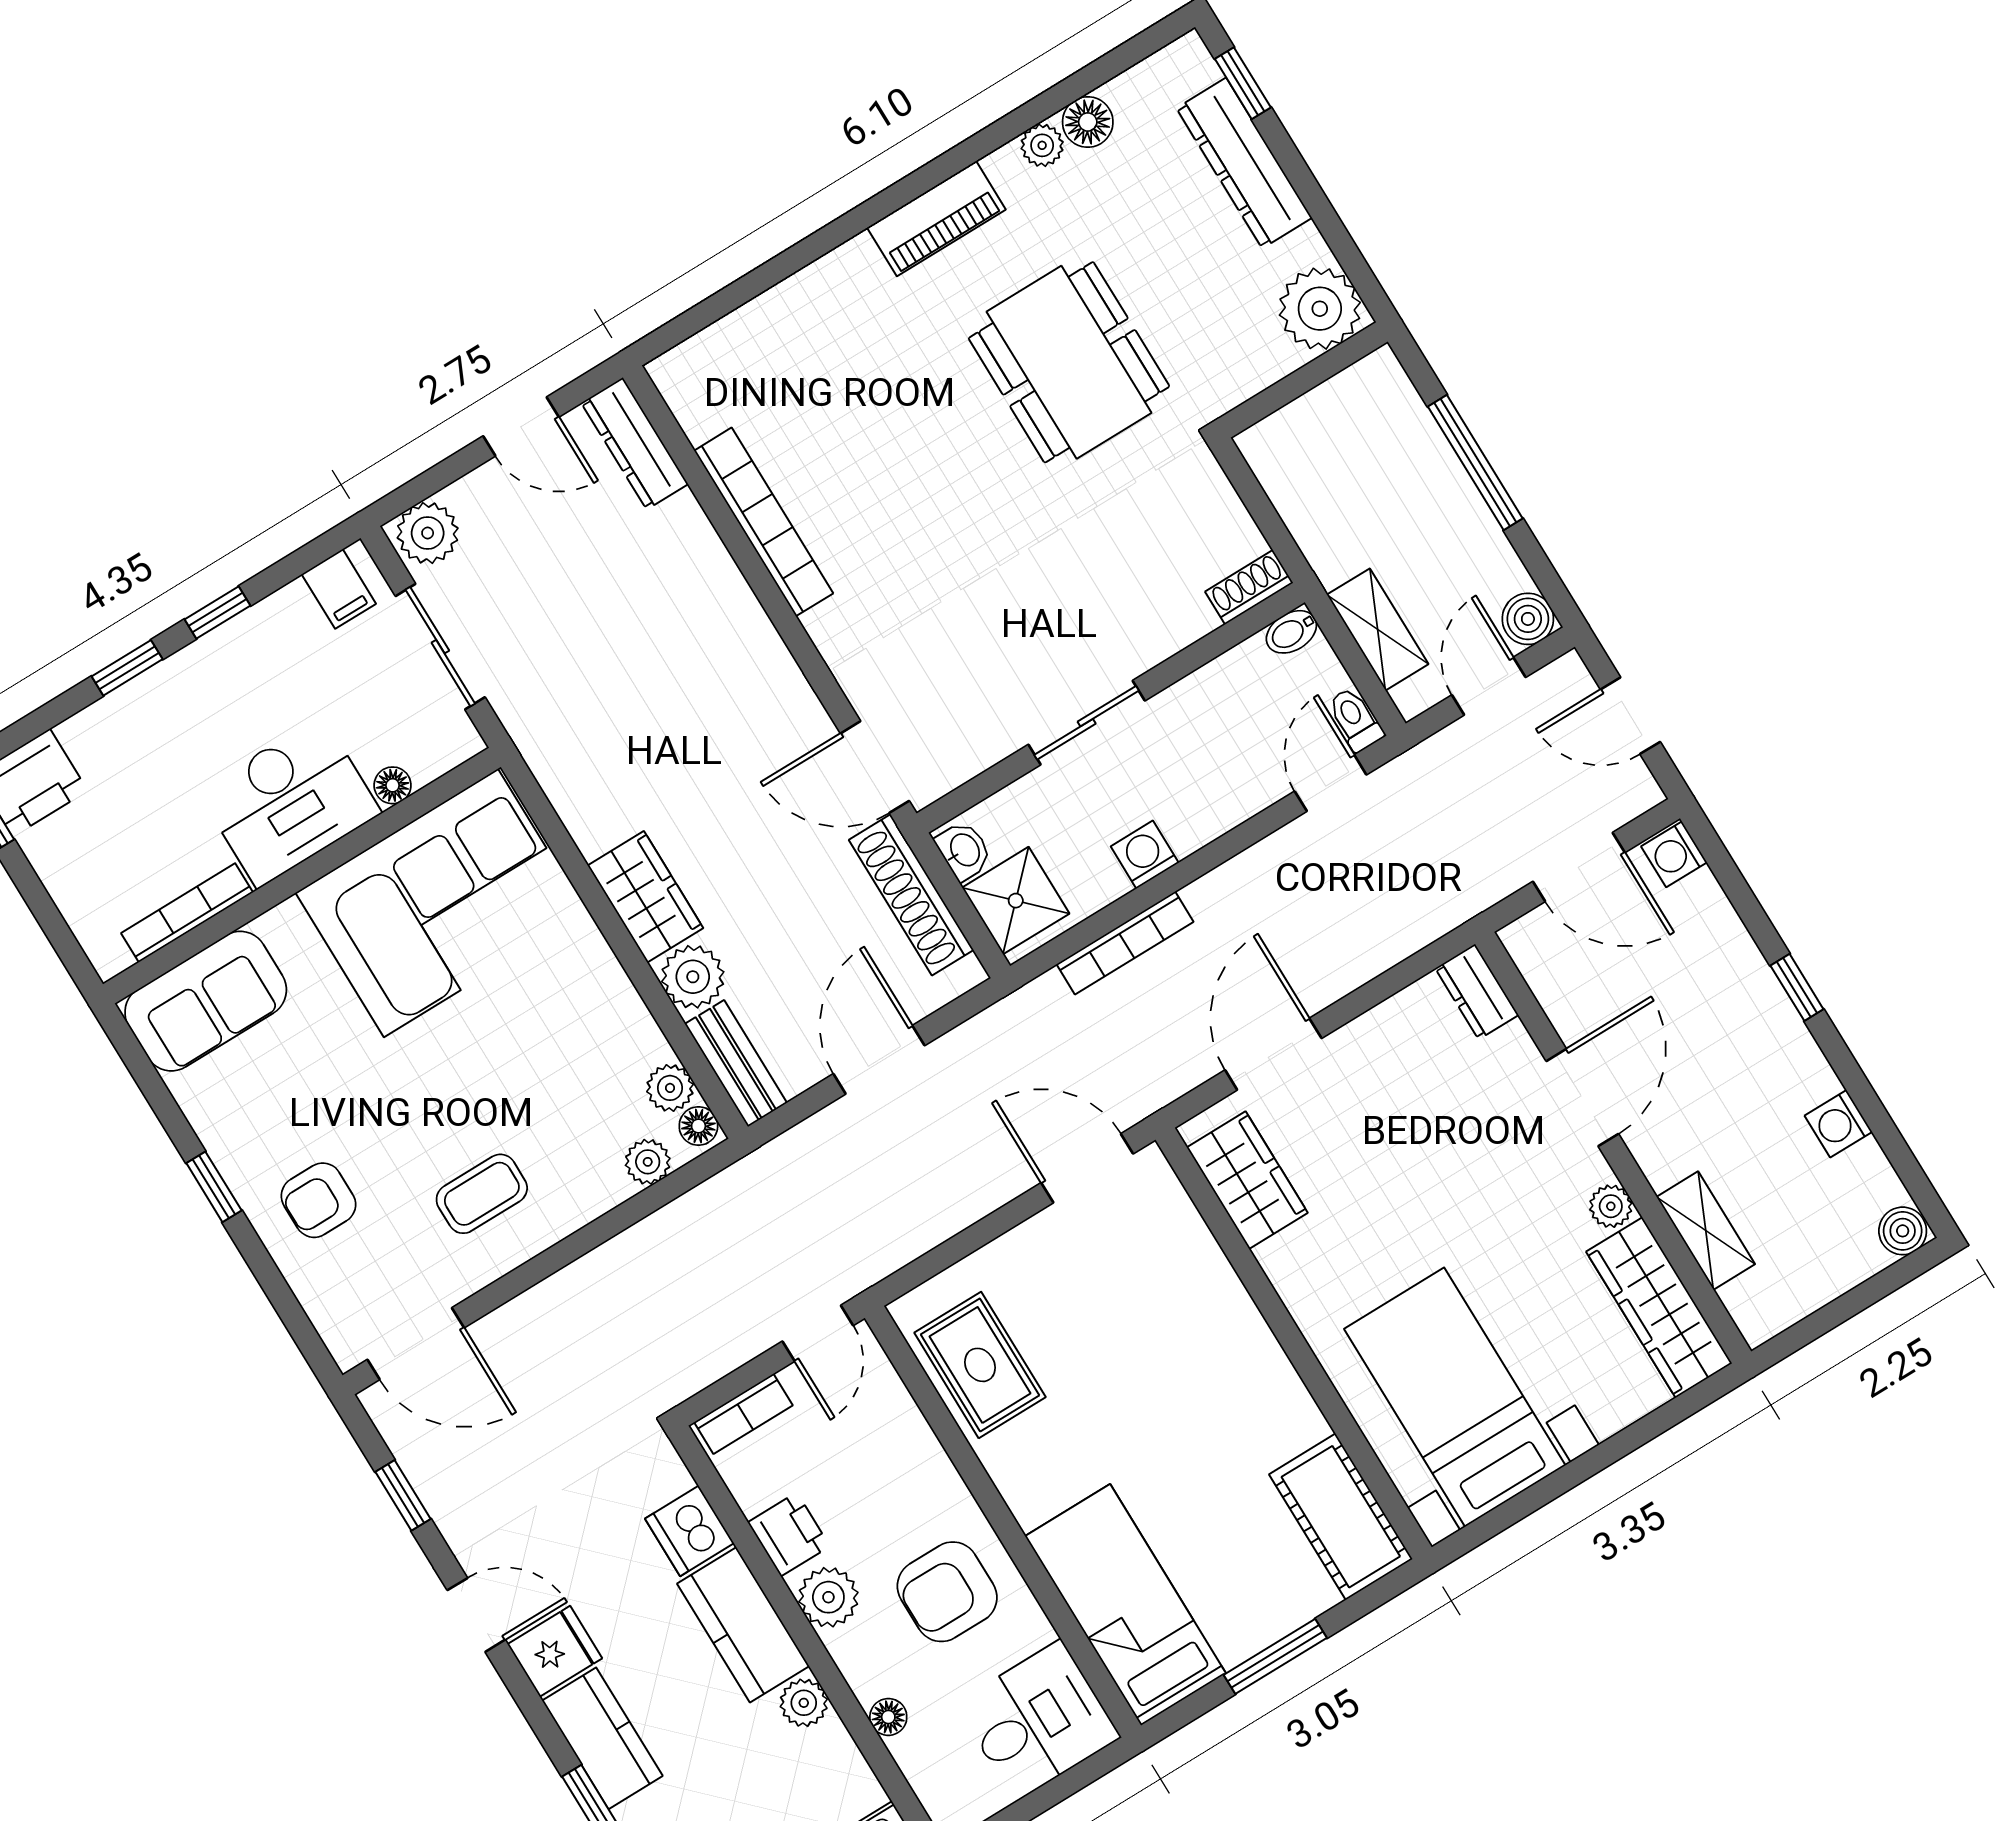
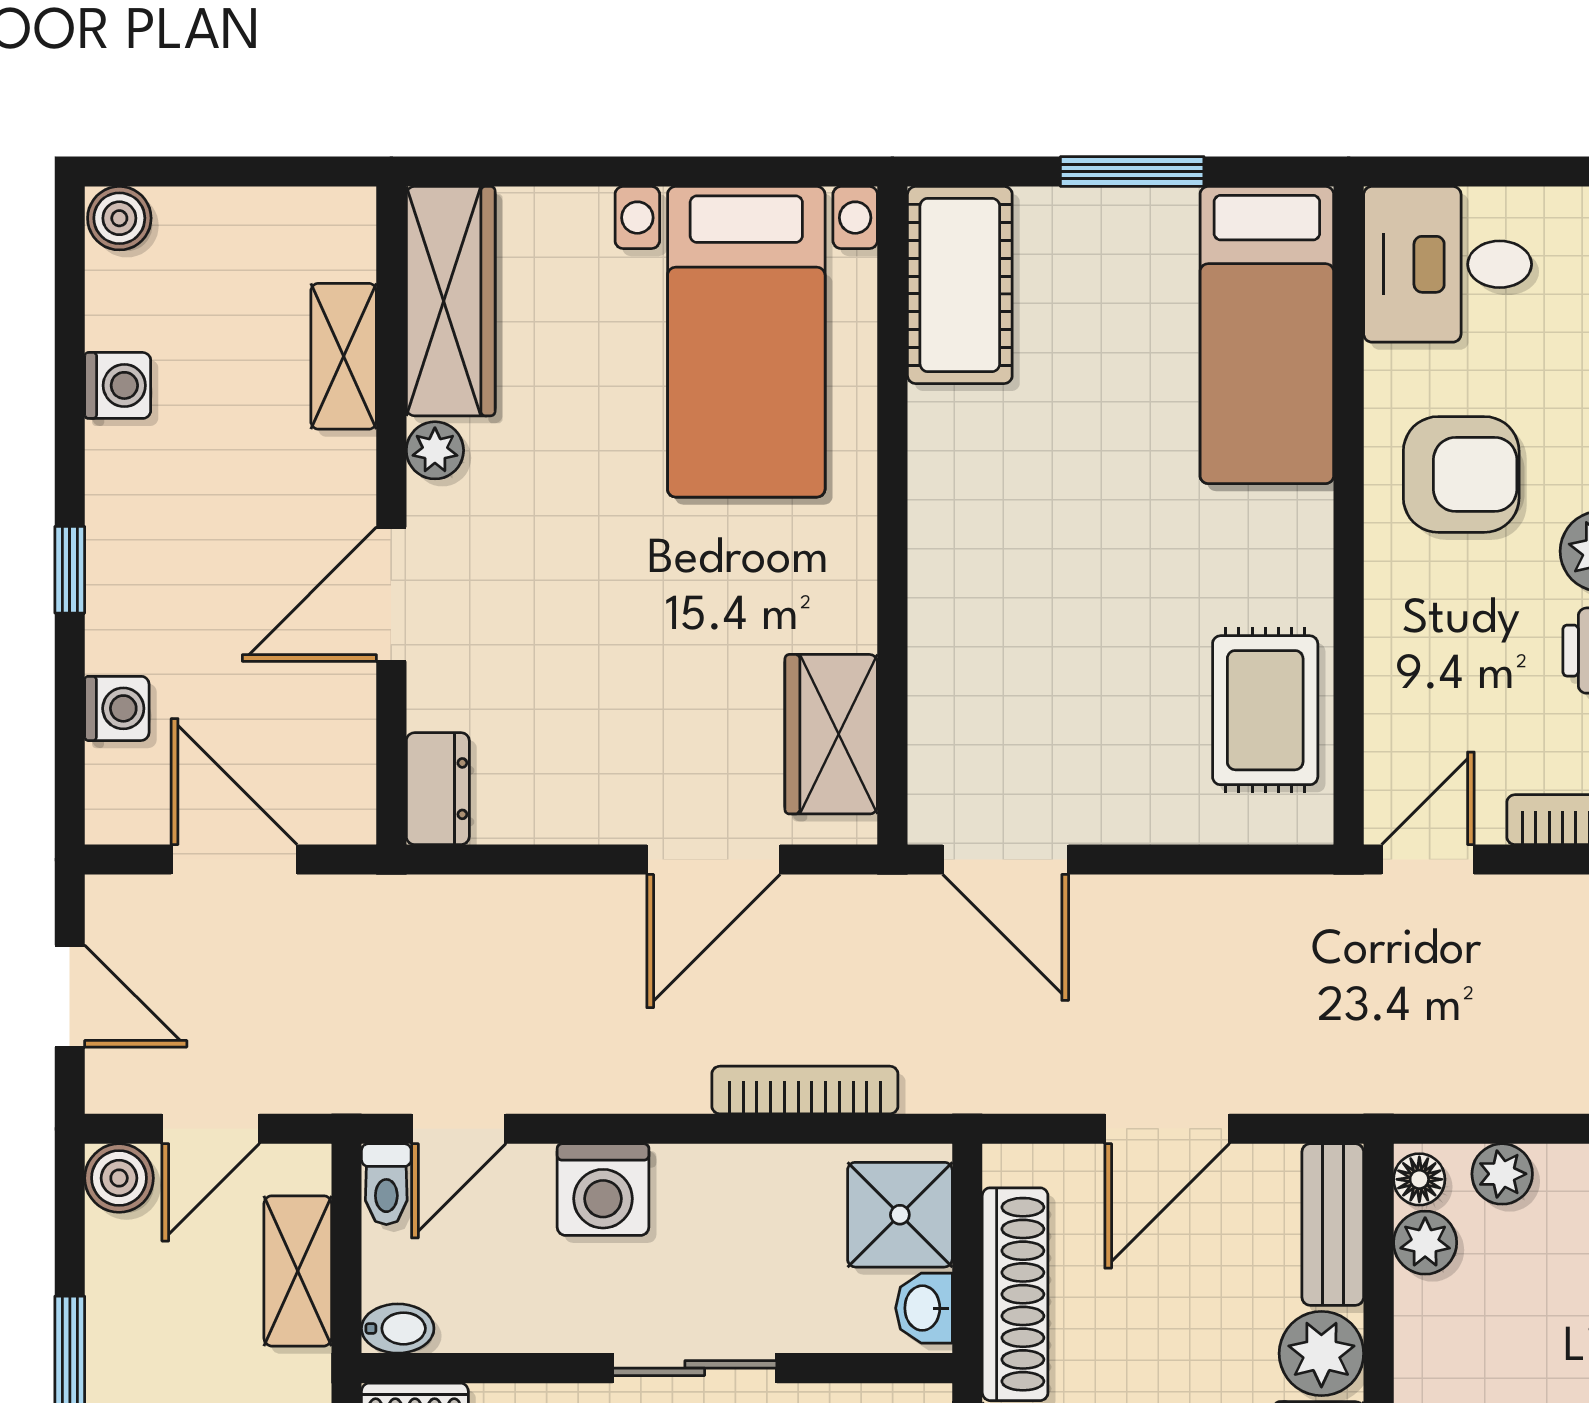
washing machine: (1674, 854) -> (117, 708), moved
washing machine: (1145, 855) -> (603, 1190), moved, width x1.38, depth x1.38

